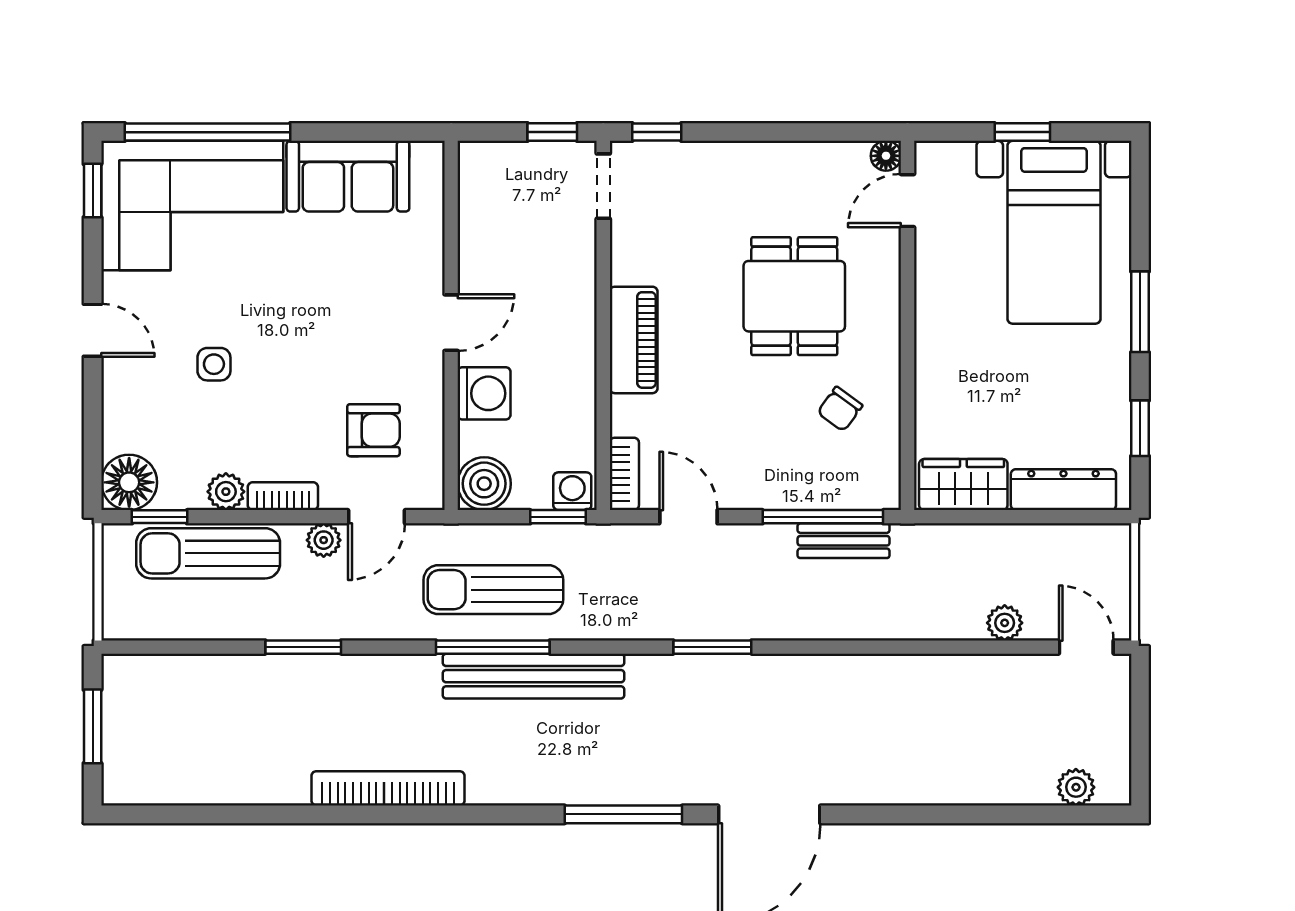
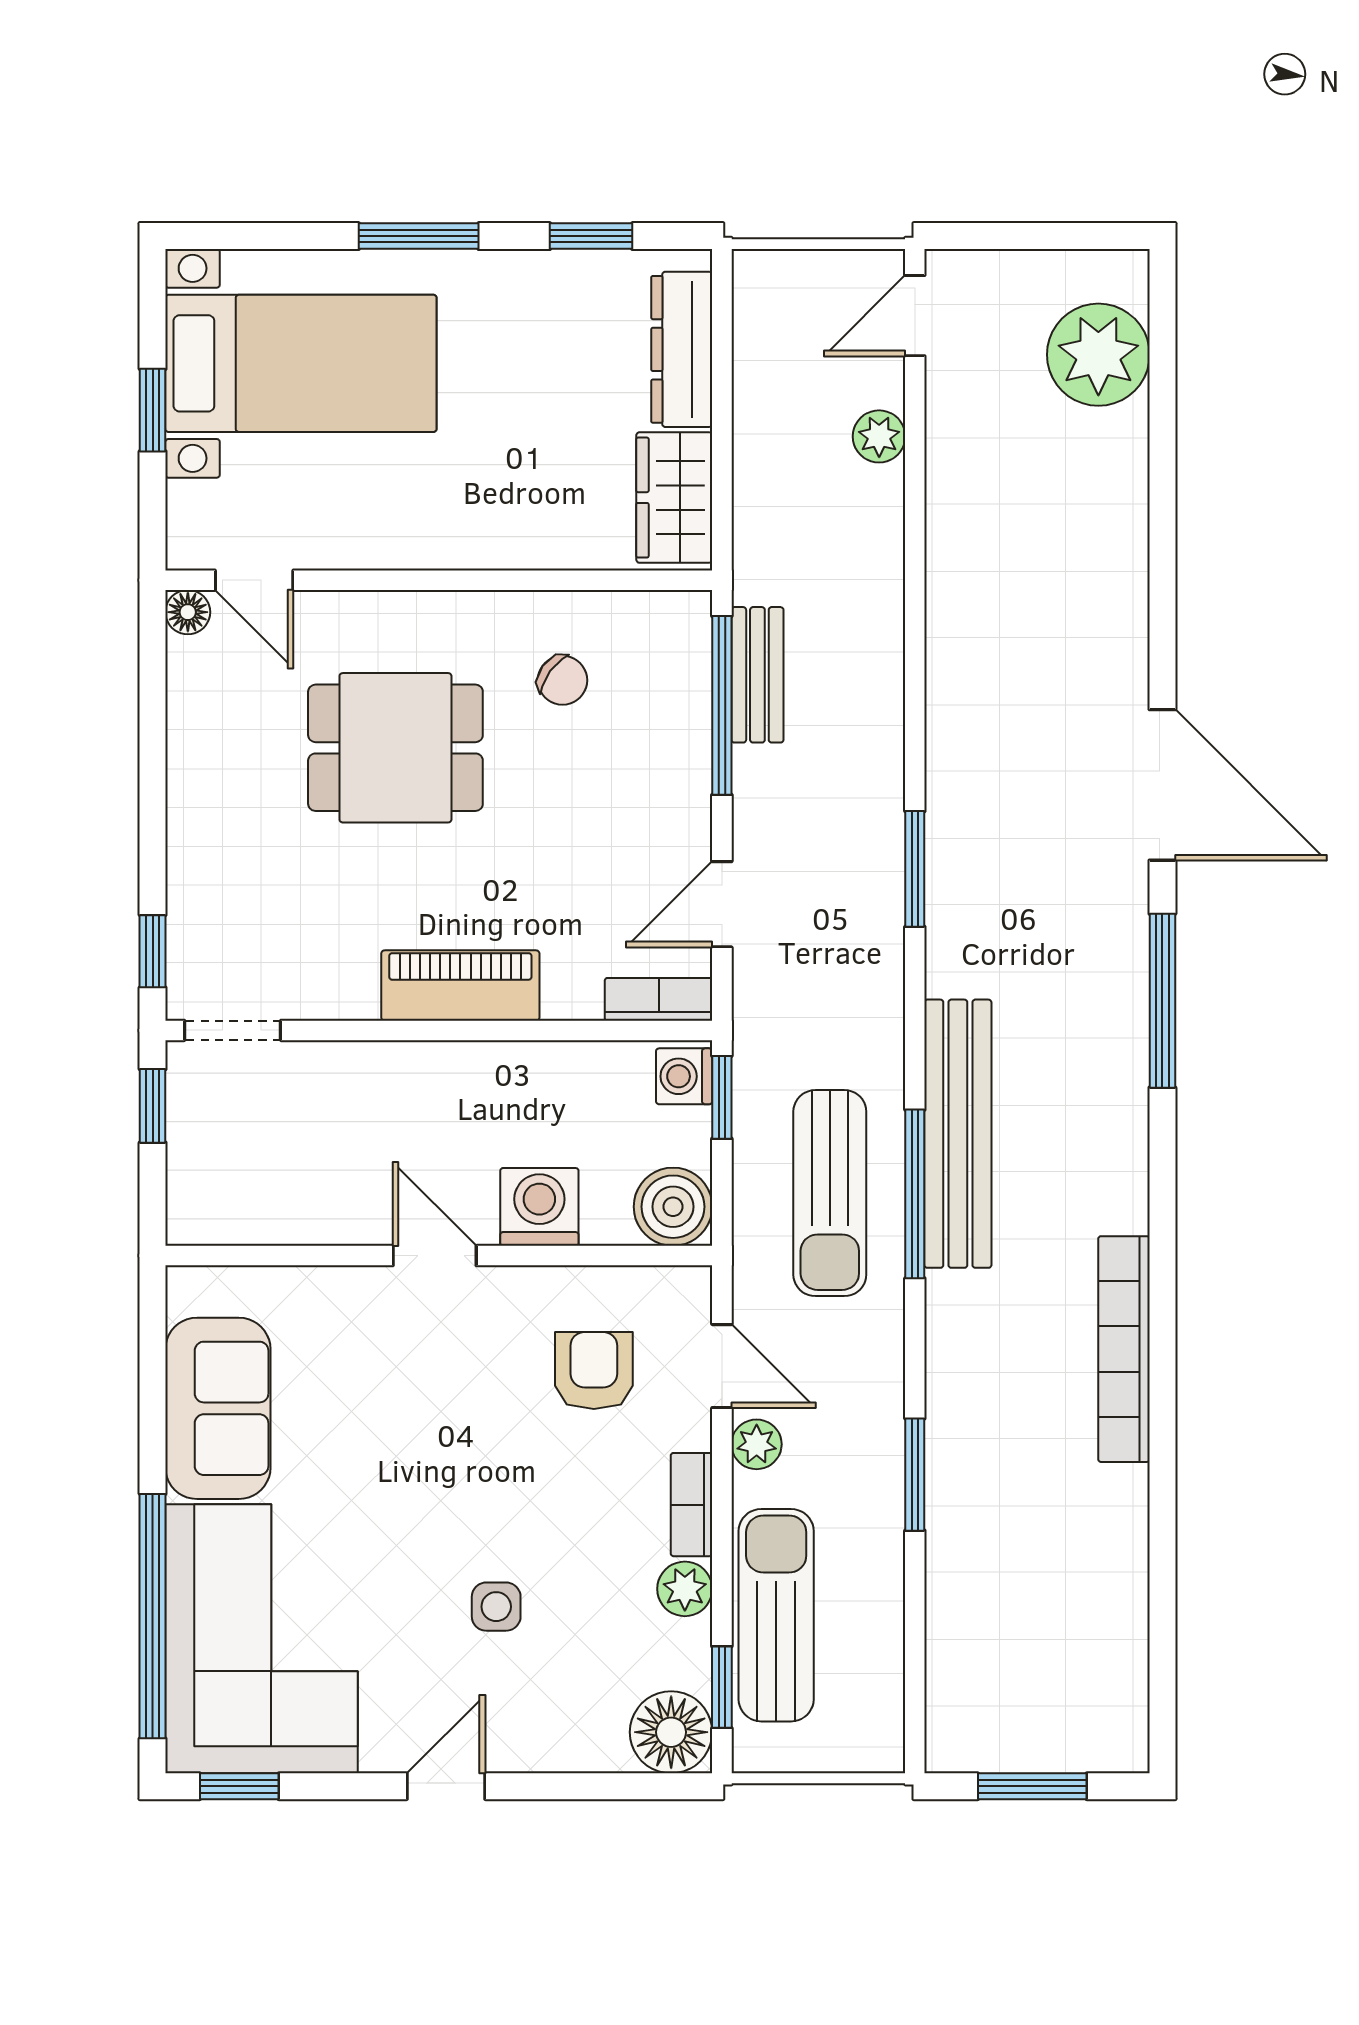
sun lounger: (208, 553) -> (776, 1615), turned 180
plant: (1076, 787) -> (1098, 355), width x1.88, depth x1.88

